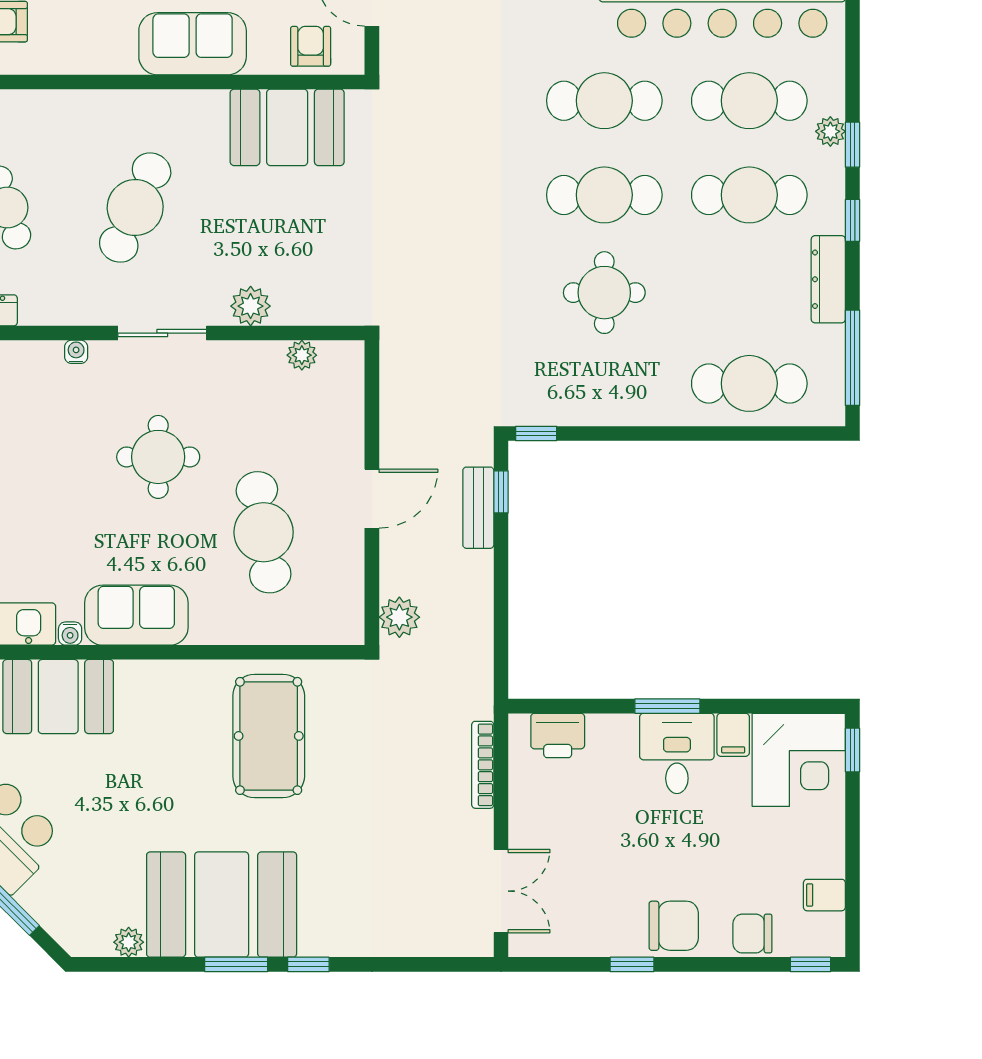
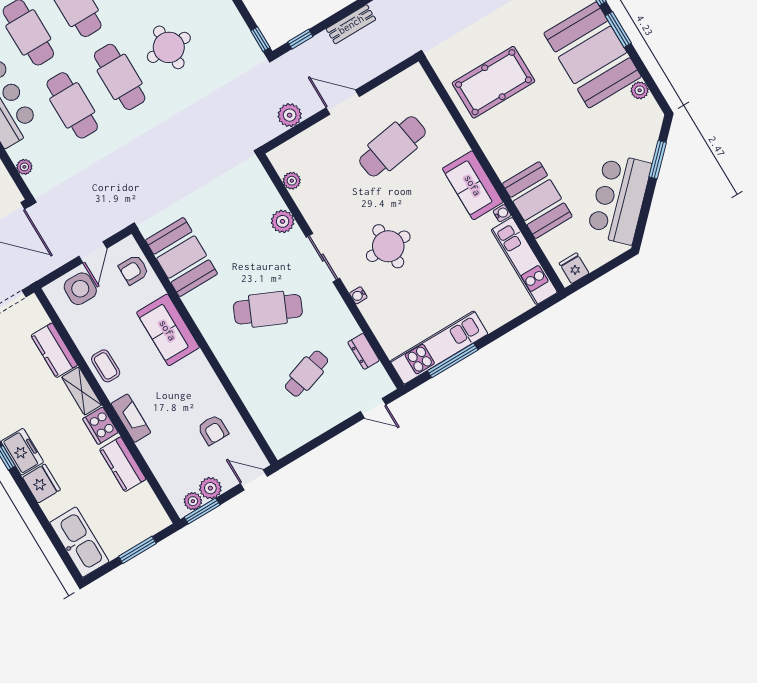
round table: (158, 457) -> (388, 246), moved
bench: (478, 508) -> (351, 24), moved
plant: (399, 617) -> (290, 115), moved

